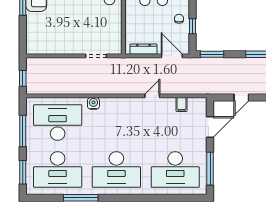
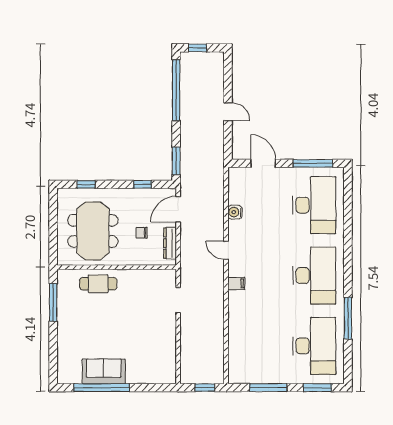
chair: (179, 19) -> (142, 233), moved
door: (152, 96) -> (226, 250), moved
door: (241, 98) -> (228, 112), moved
water cooler: (93, 103) -> (235, 212), moved
filing cabinet: (181, 104) -> (236, 283), moved
desk: (58, 122) -> (258, 346), removed

